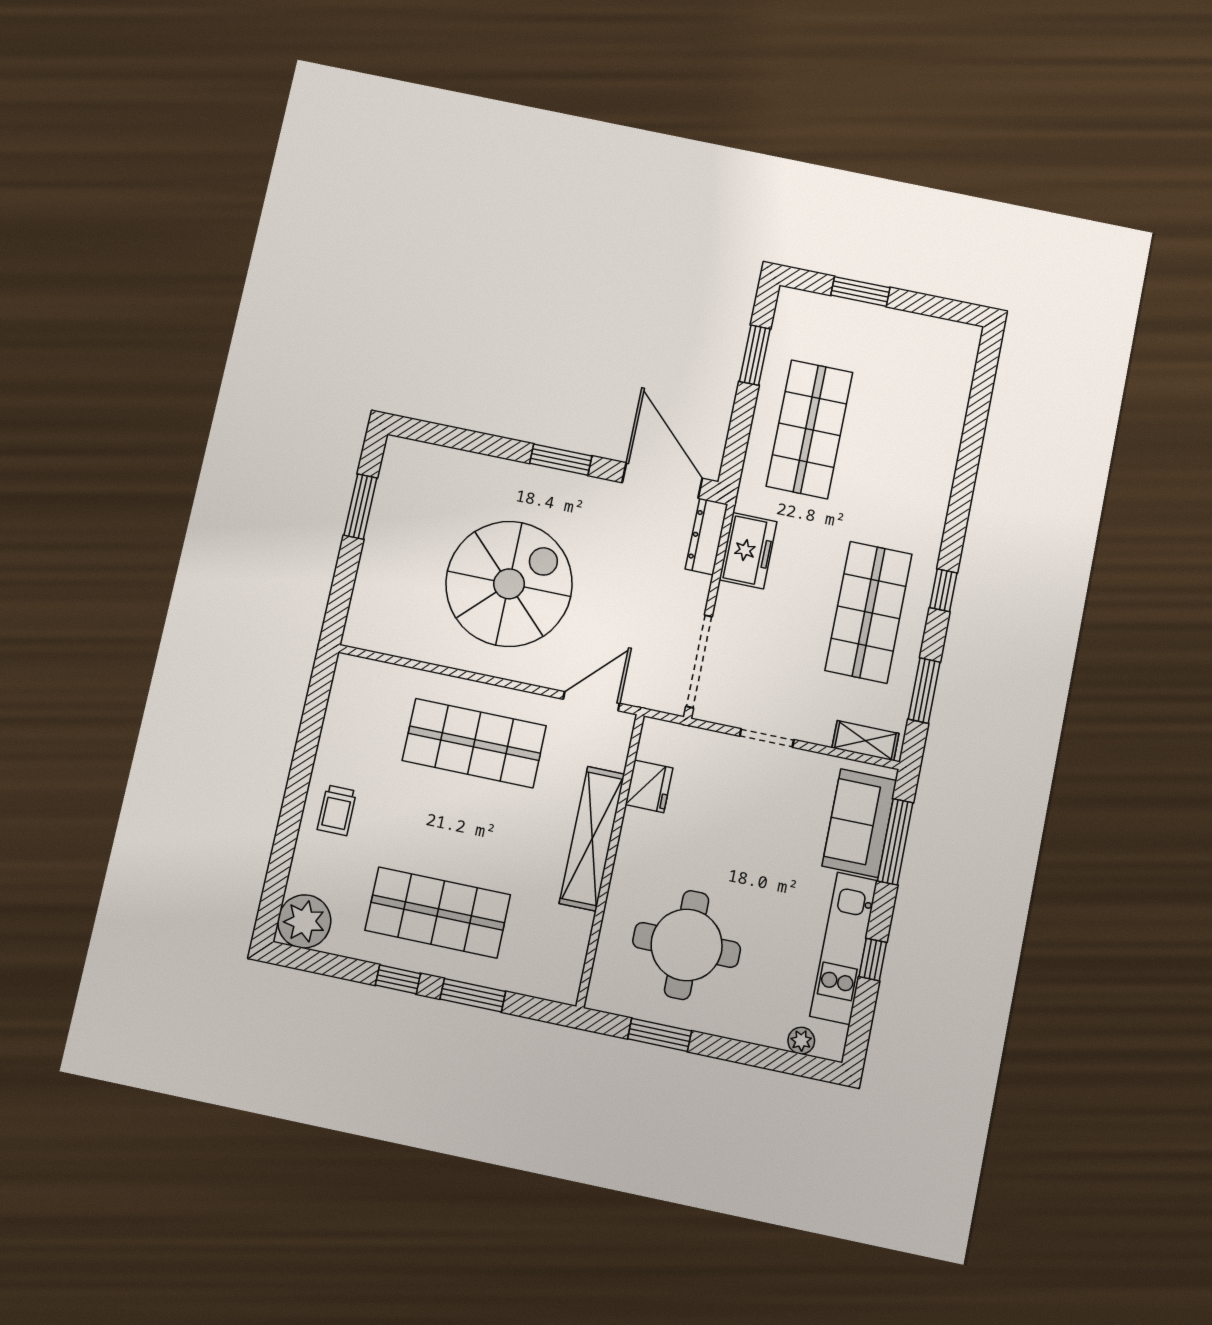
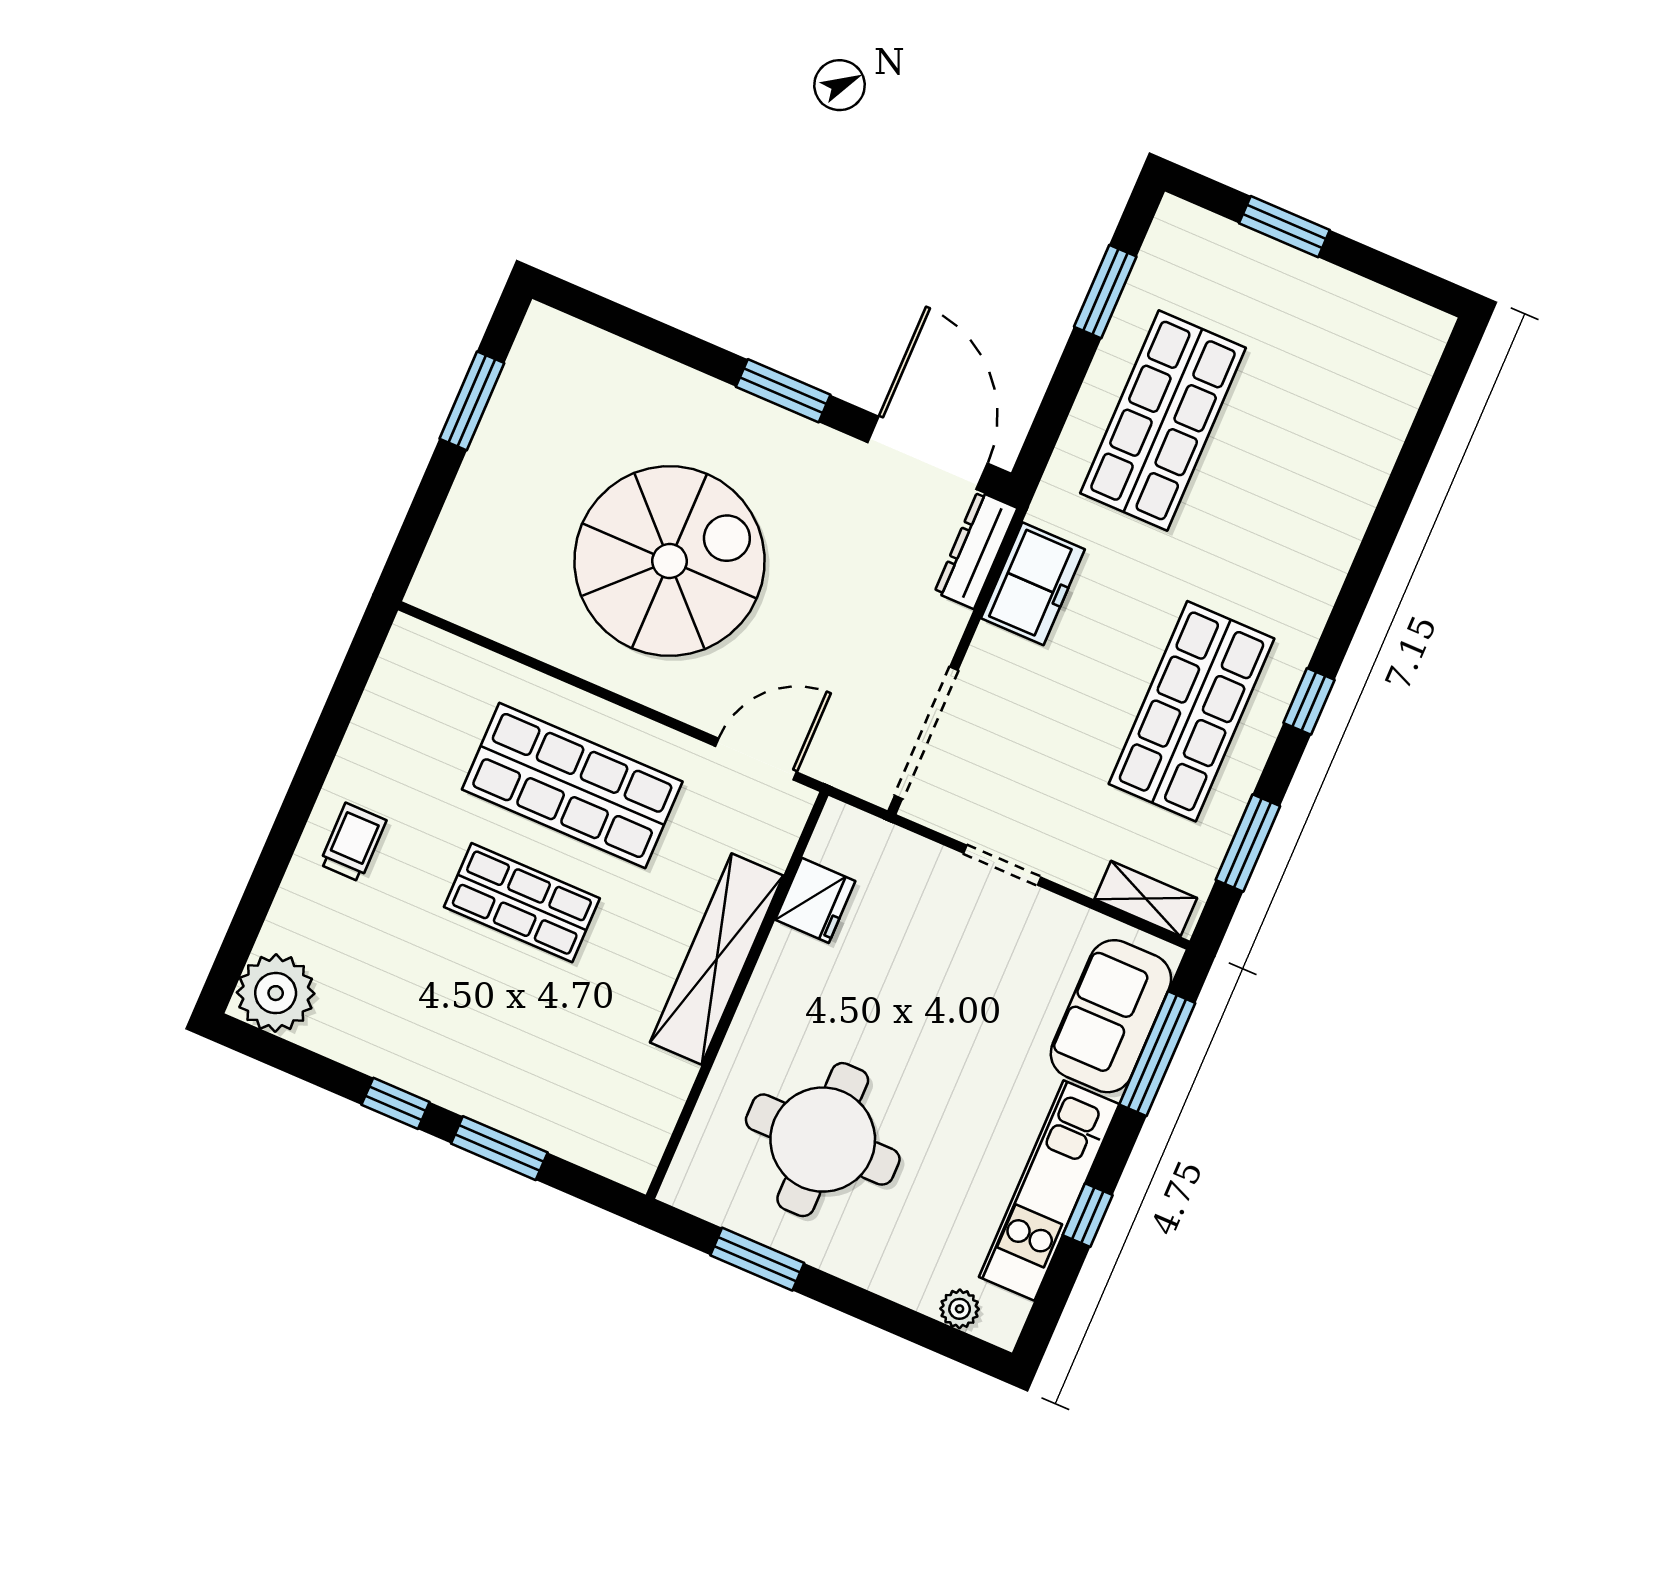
trolley: (337, 810) -> (353, 842), turned 180
shop shelf: (438, 913) -> (522, 903), moved, width x0.70, depth x0.74

